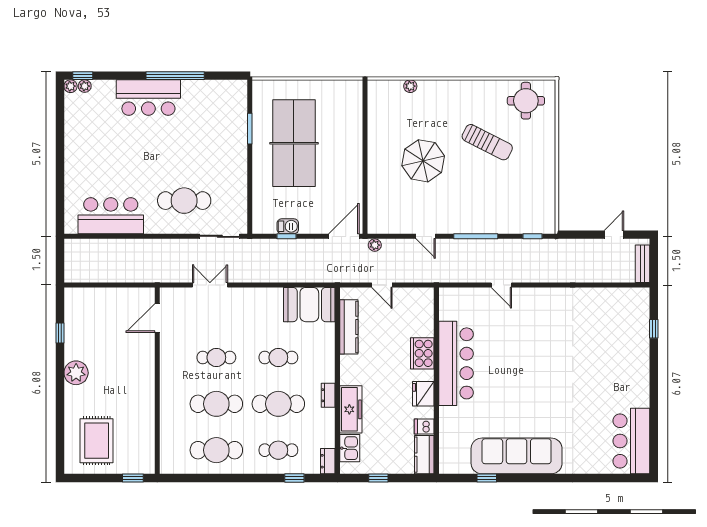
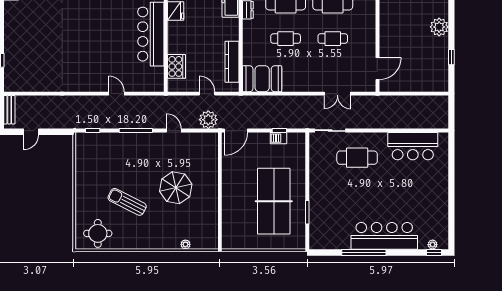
plant: (71, 86) -> (443, 244), removed
bar counter: (148, 98) -> (384, 236), width x1.36
plant: (375, 245) -> (208, 120), width x1.88, depth x1.88
cooker: (422, 353) -> (176, 66), moved

